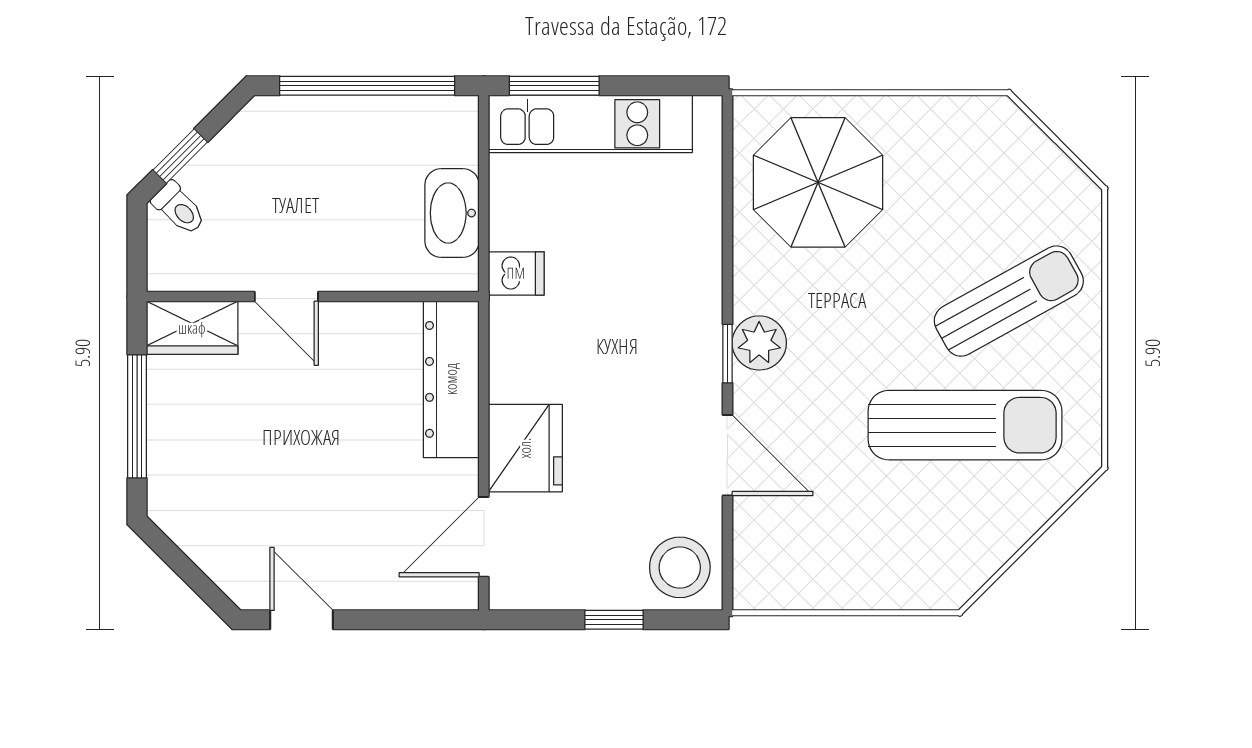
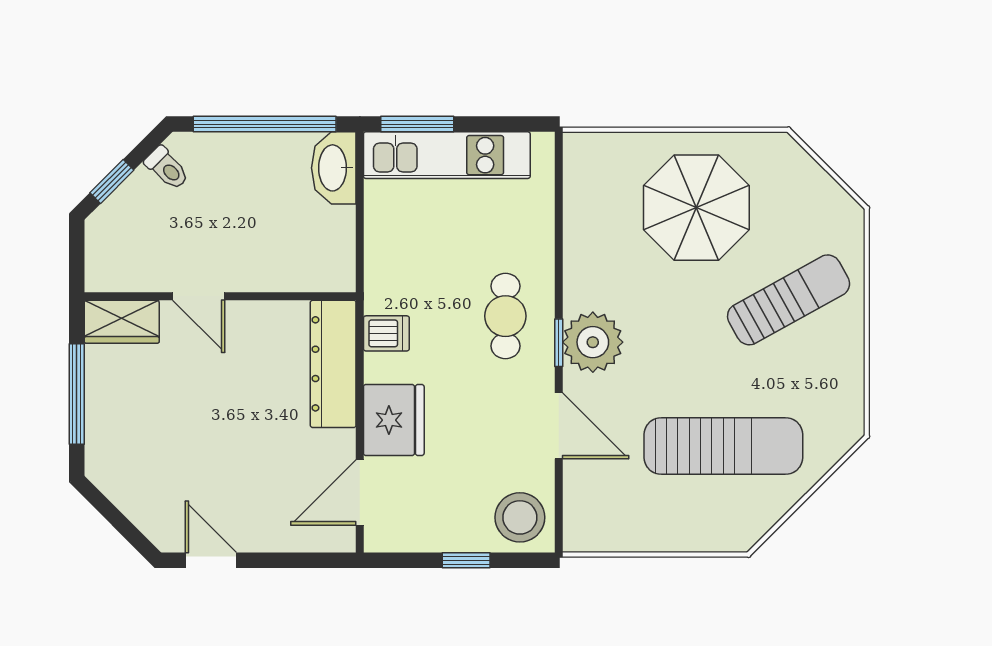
parasol: (818, 182) -> (696, 208), moved
toilet: (179, 208) -> (167, 168), moved
washbasin: (452, 213) -> (334, 168), moved
dishwasher: (516, 273) -> (386, 333), moved
cafe table: (662, 321) -> (505, 316), added
plant: (759, 343) -> (593, 342), width x1.36, depth x1.36
sun lounger: (965, 425) -> (723, 446), moved

